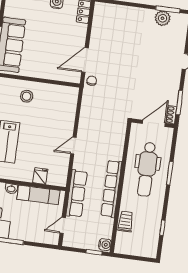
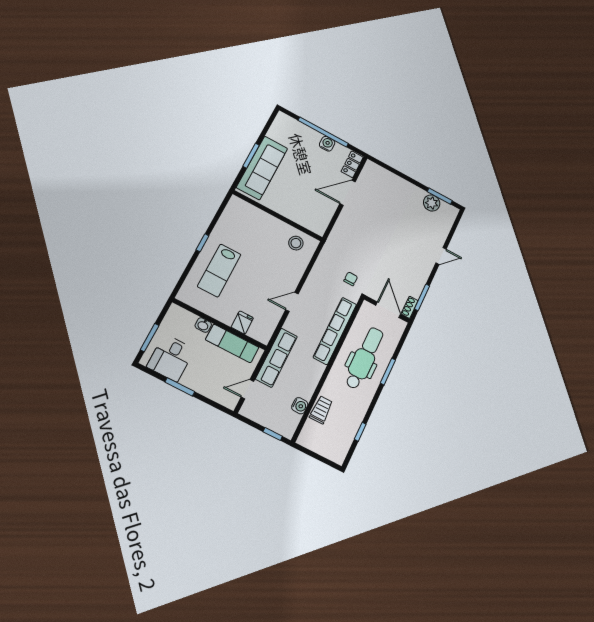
door: (85, 60) -> (348, 193), moved
chair: (92, 81) -> (351, 279), moved
stool: (27, 96) -> (296, 243), moved
door: (154, 123) -> (388, 310), hinge flipped
dental chair: (147, 169) -> (364, 358), turned 180
row of seats: (111, 189) -> (335, 331), moved
water cooler: (105, 245) -> (300, 406), moved

